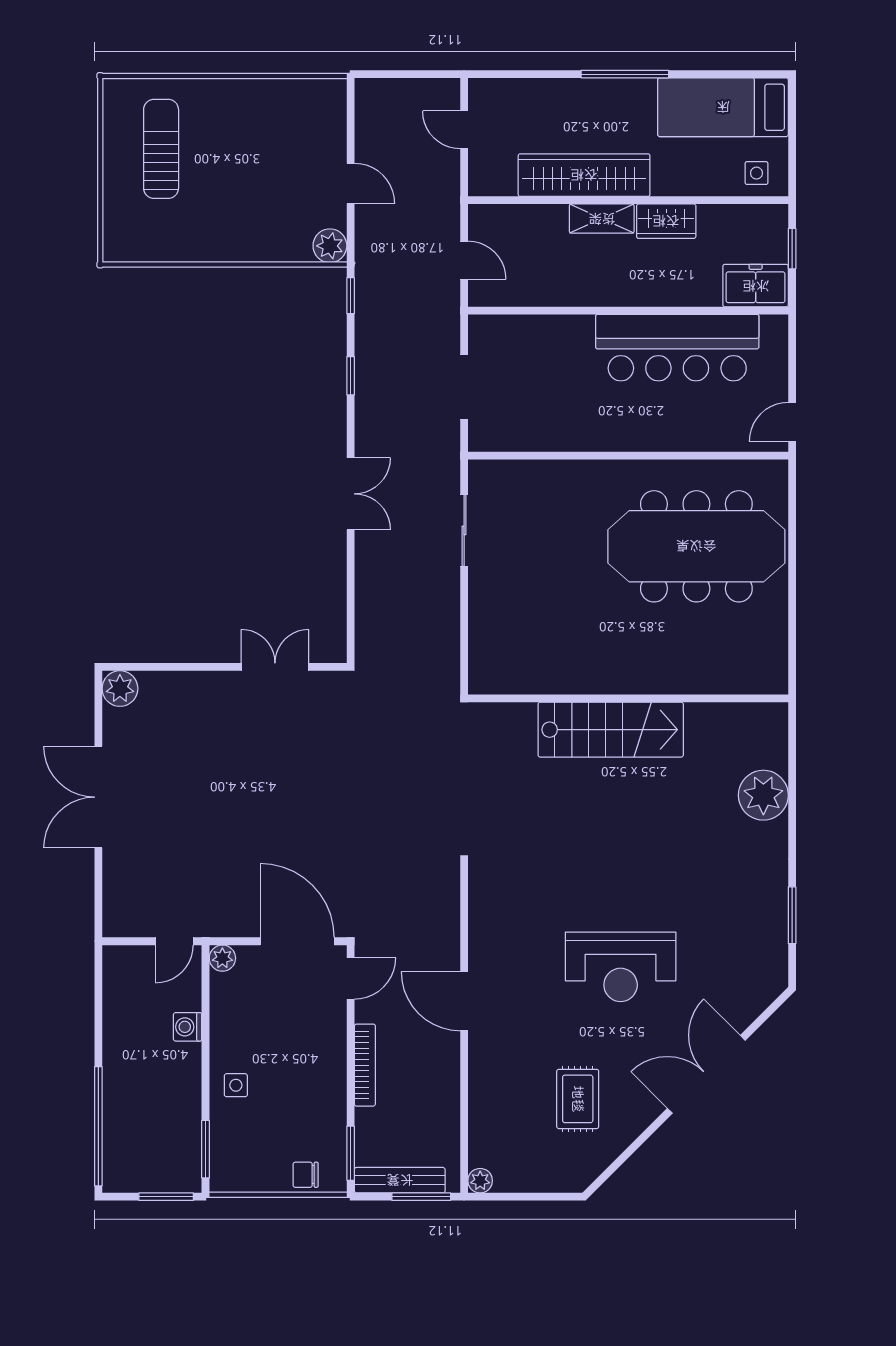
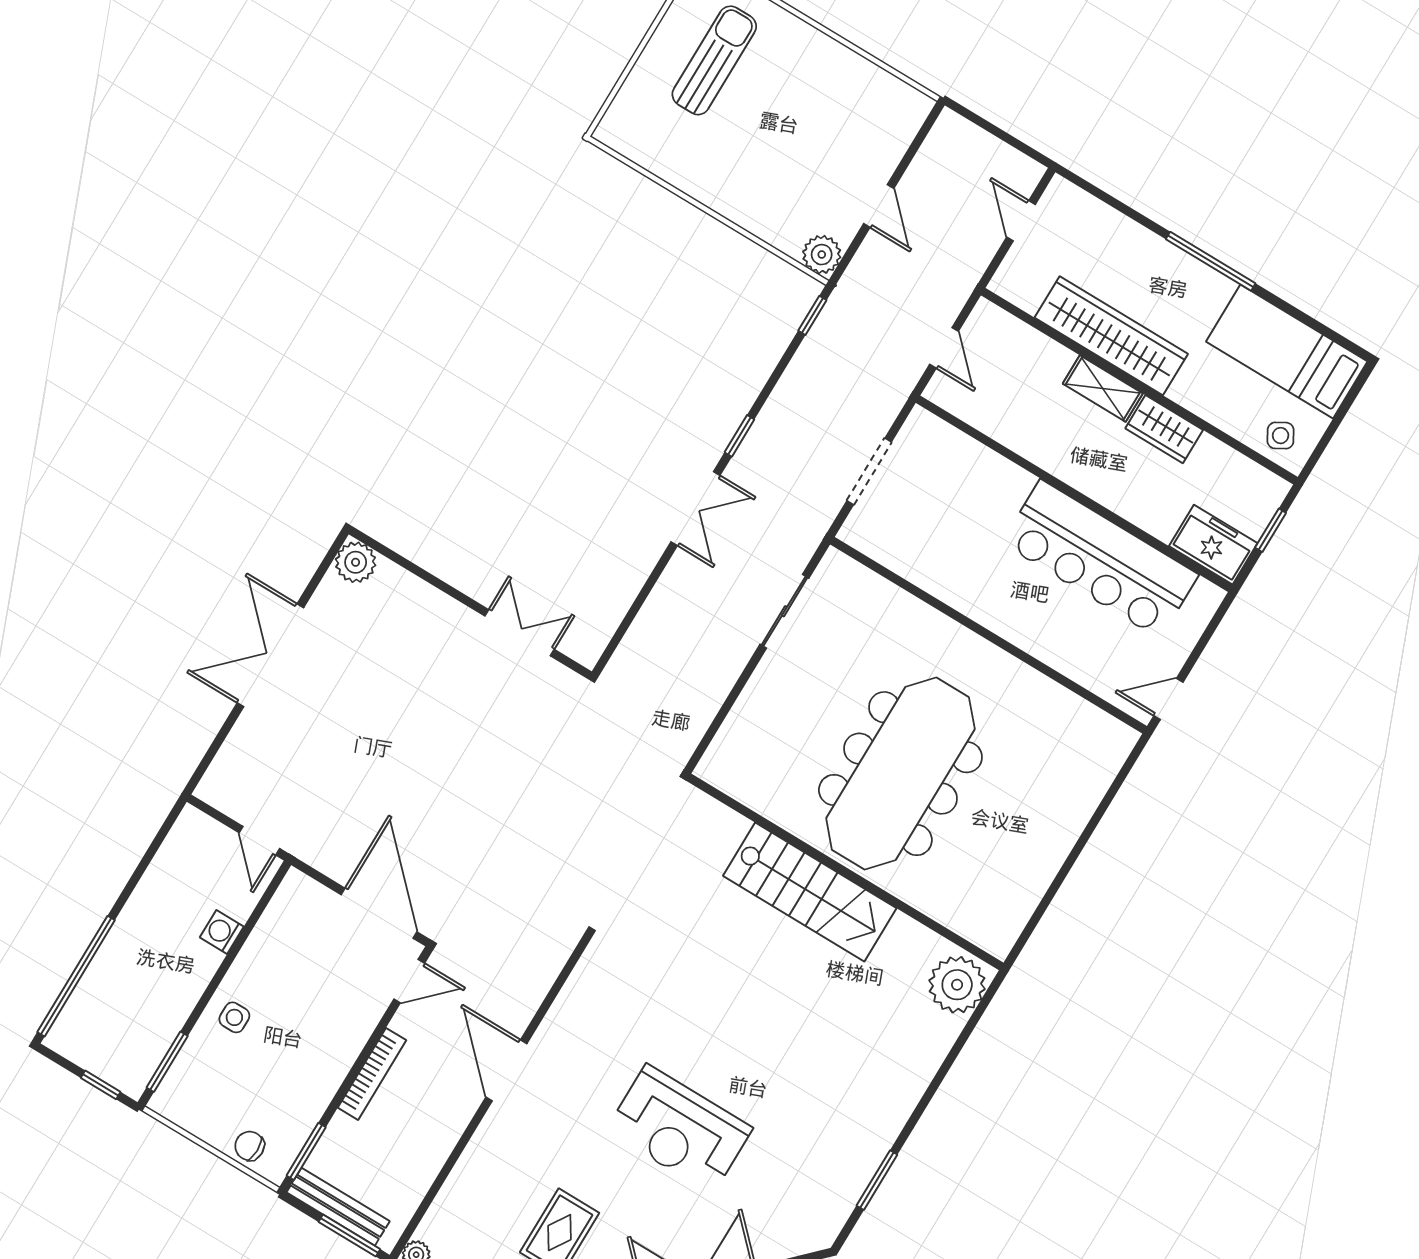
side table: (756, 173) -> (1281, 436), turned -30
window: (351, 376) -> (739, 436), moved
meeting table: (696, 546) -> (900, 774), moved, turned 90
plant: (763, 795) -> (957, 985), moved
door: (174, 941) -> (259, 841), hinge flipped
plant: (222, 958) -> (296, 886), removed
window: (166, 1197) -> (101, 1085), width x0.67

